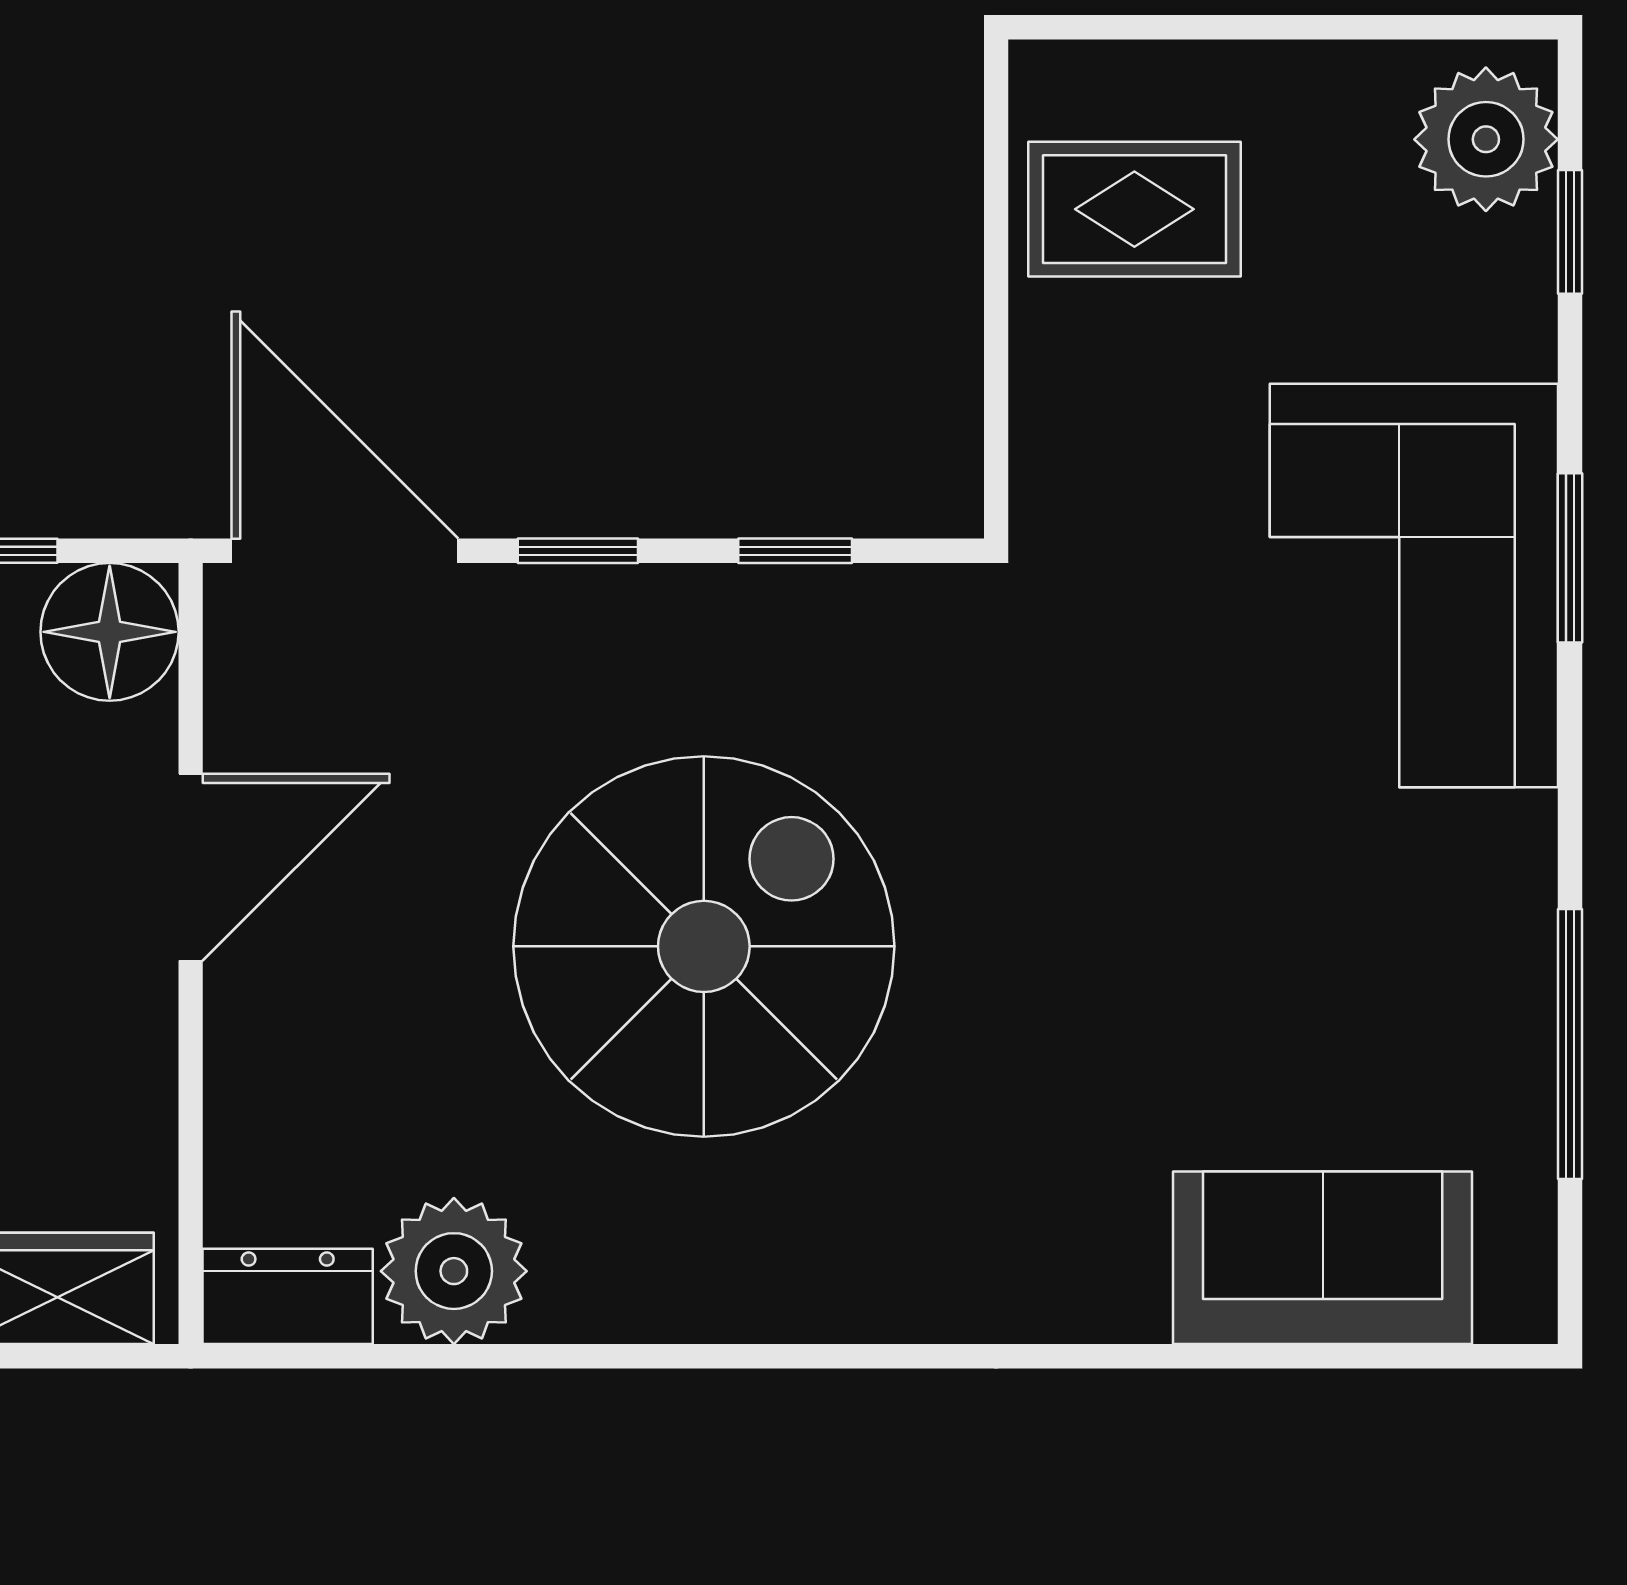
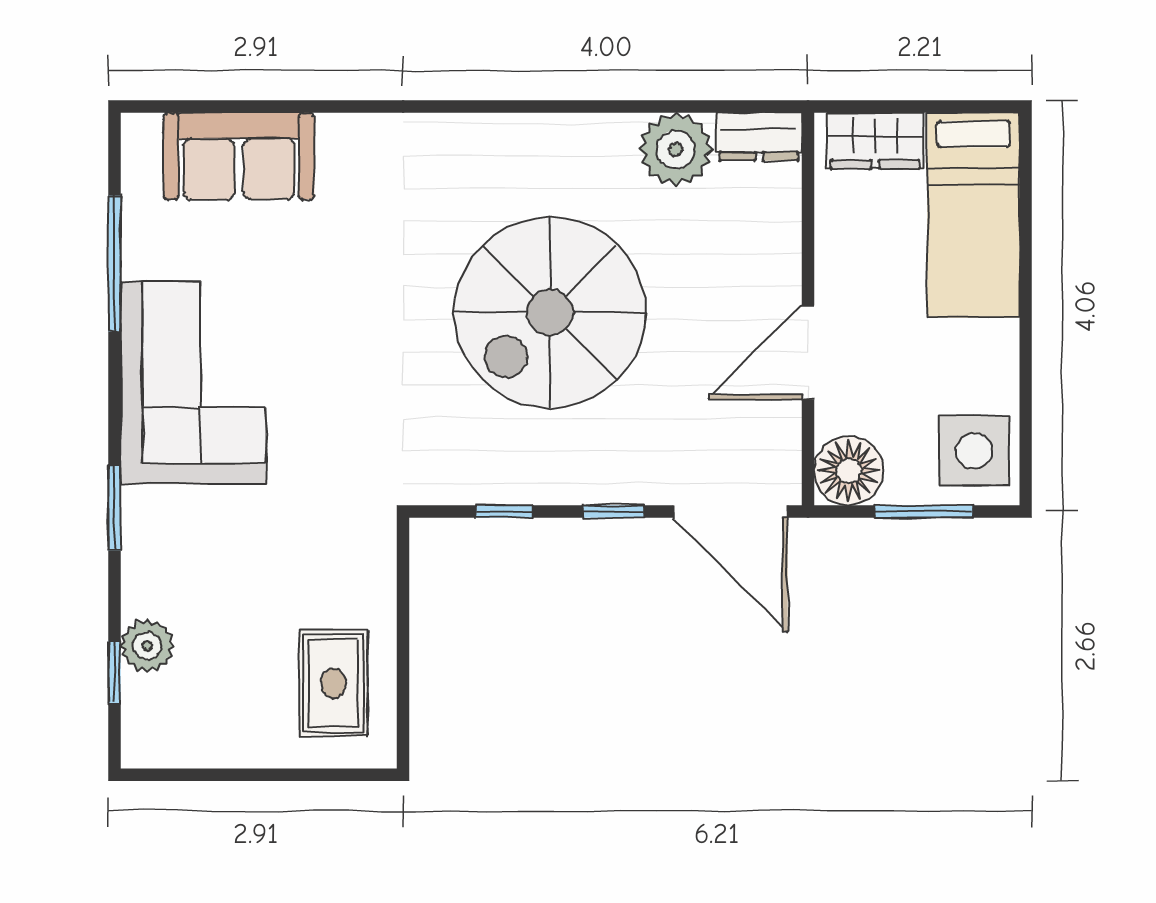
plant: (1486, 139) -> (147, 646), moved, width x0.73, depth x0.73
rug: (1134, 209) -> (333, 683), turned 90
corner sofa: (1414, 585) -> (193, 383), moved

